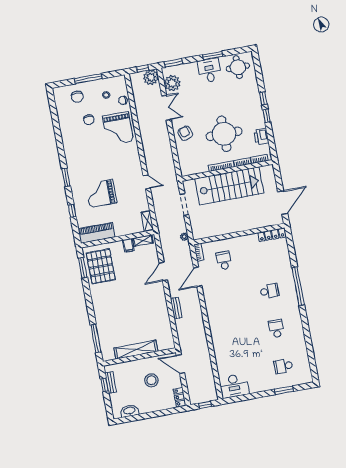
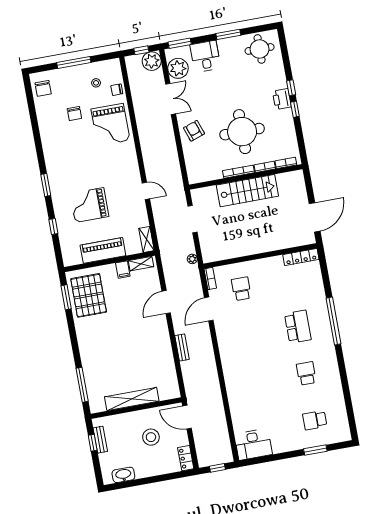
desk: (209, 70) -> (205, 56), moved
chair: (77, 97) -> (43, 88), moved
printer: (261, 136) -> (282, 99), moved
stairs: (229, 186) -> (247, 191), width x0.73, depth x0.66
piano: (97, 233) -> (103, 250), moved
school desk: (269, 291) -> (298, 327), width x1.85

